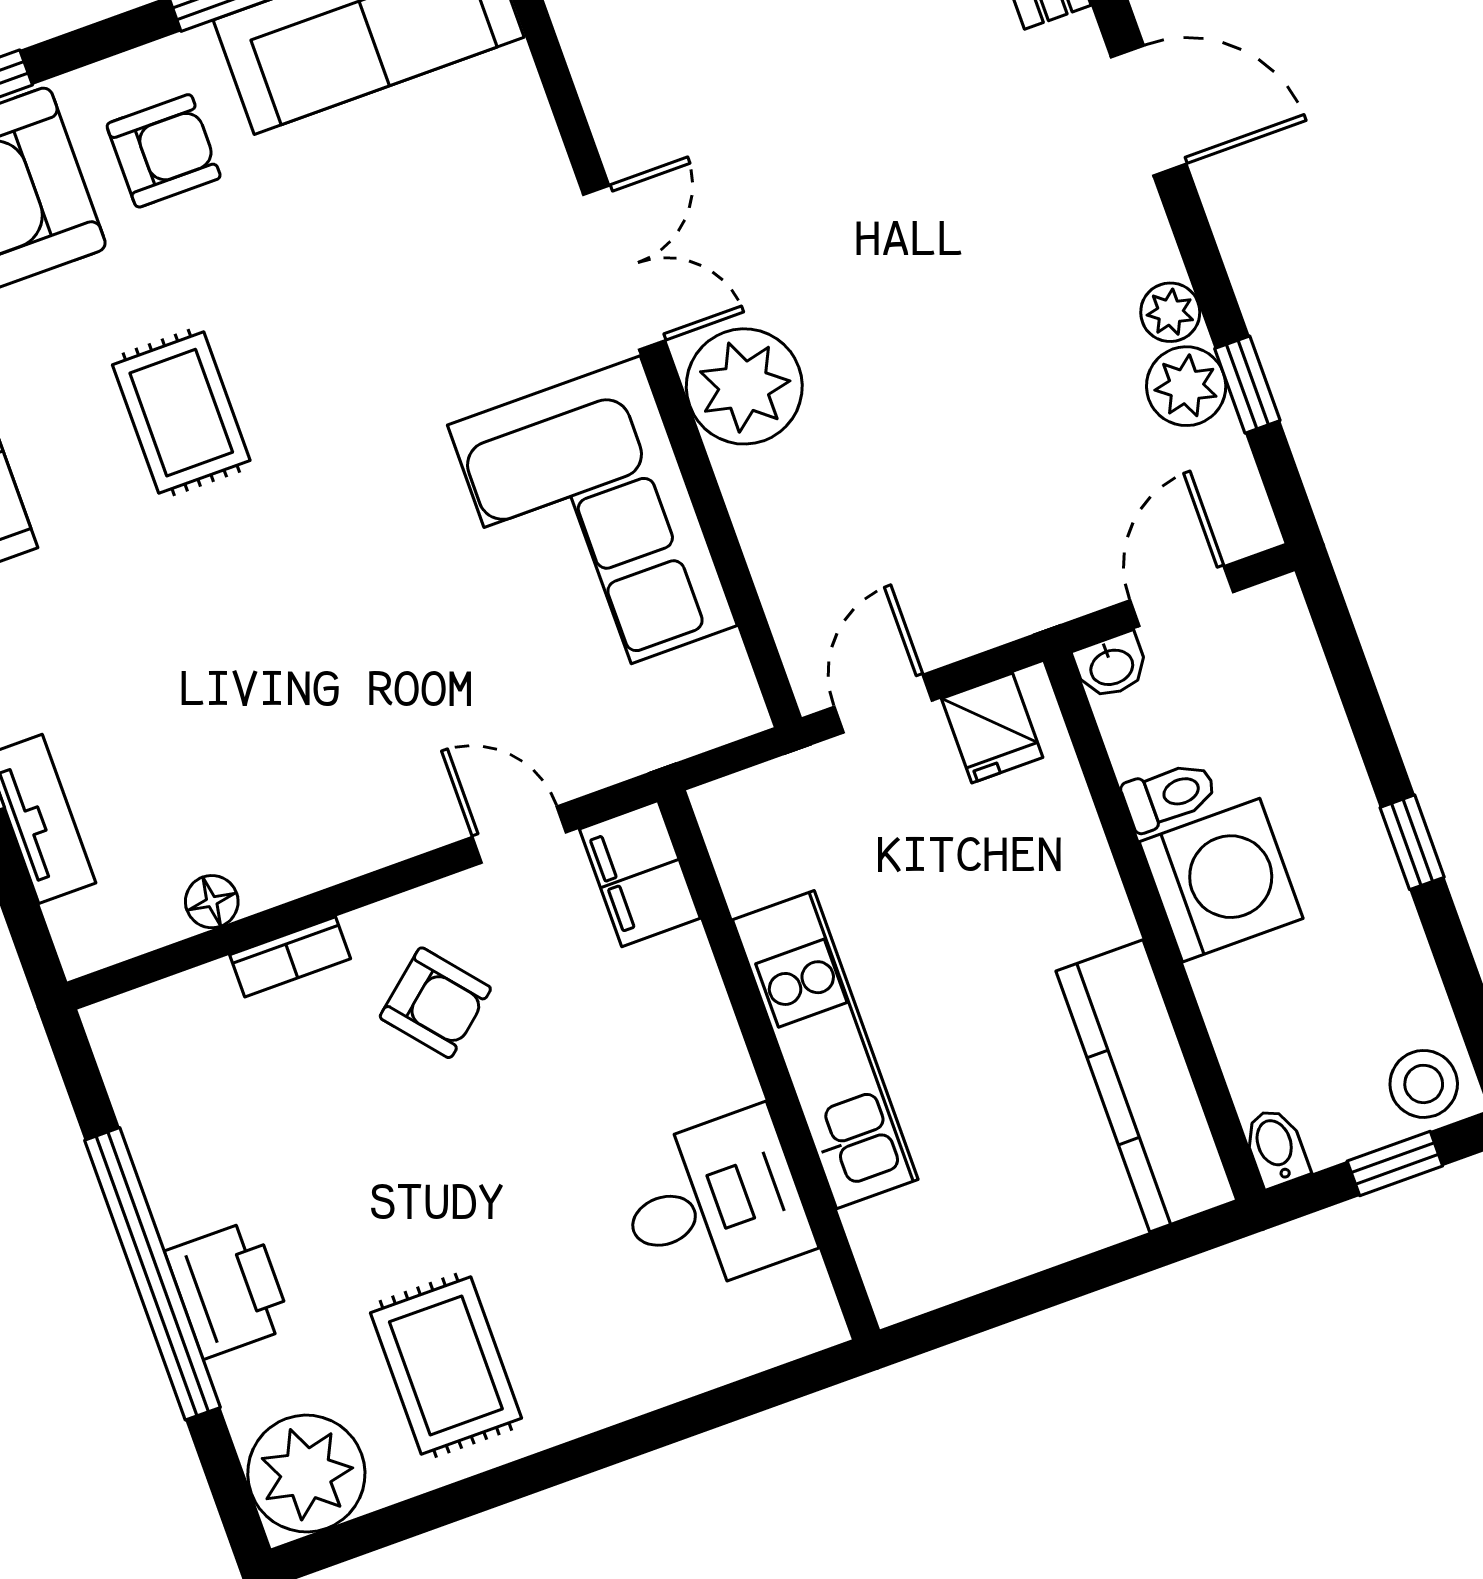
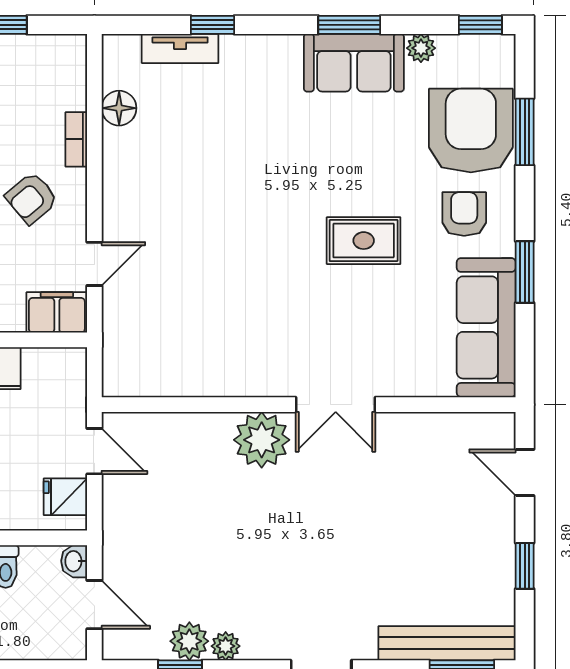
armchair: (164, 151) -> (464, 214), turned 180
rug: (181, 413) -> (364, 241), moved
corner sofa: (592, 525) -> (223, 348), removed
floor lamp: (212, 902) -> (119, 108), width x1.37, depth x1.37

